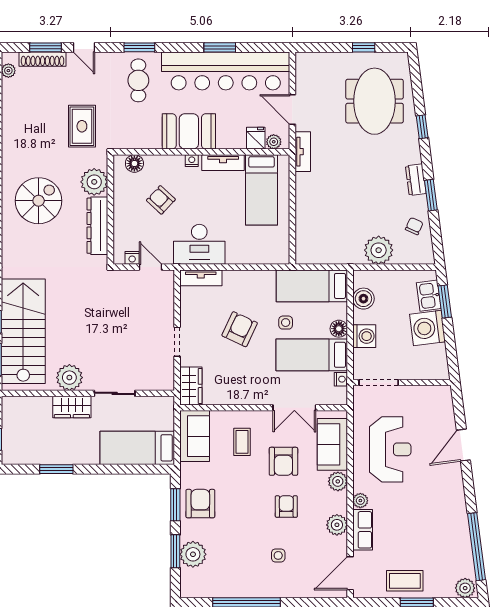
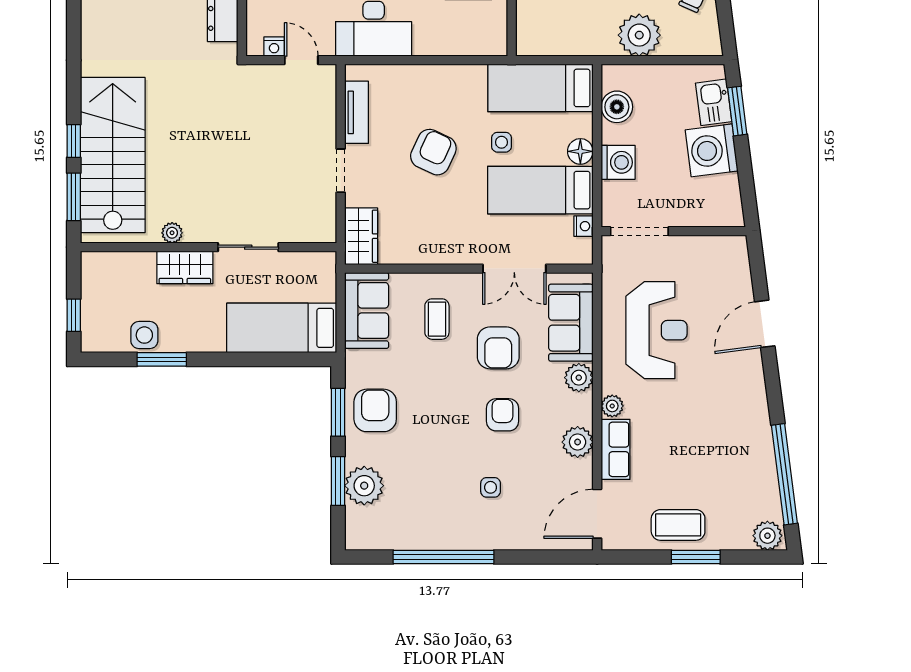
tv unit: (201, 278) -> (357, 112), moved, turned -90
plant: (69, 378) -> (172, 233), width x0.53, depth x0.53
side table: (45, 453) -> (144, 335), added

